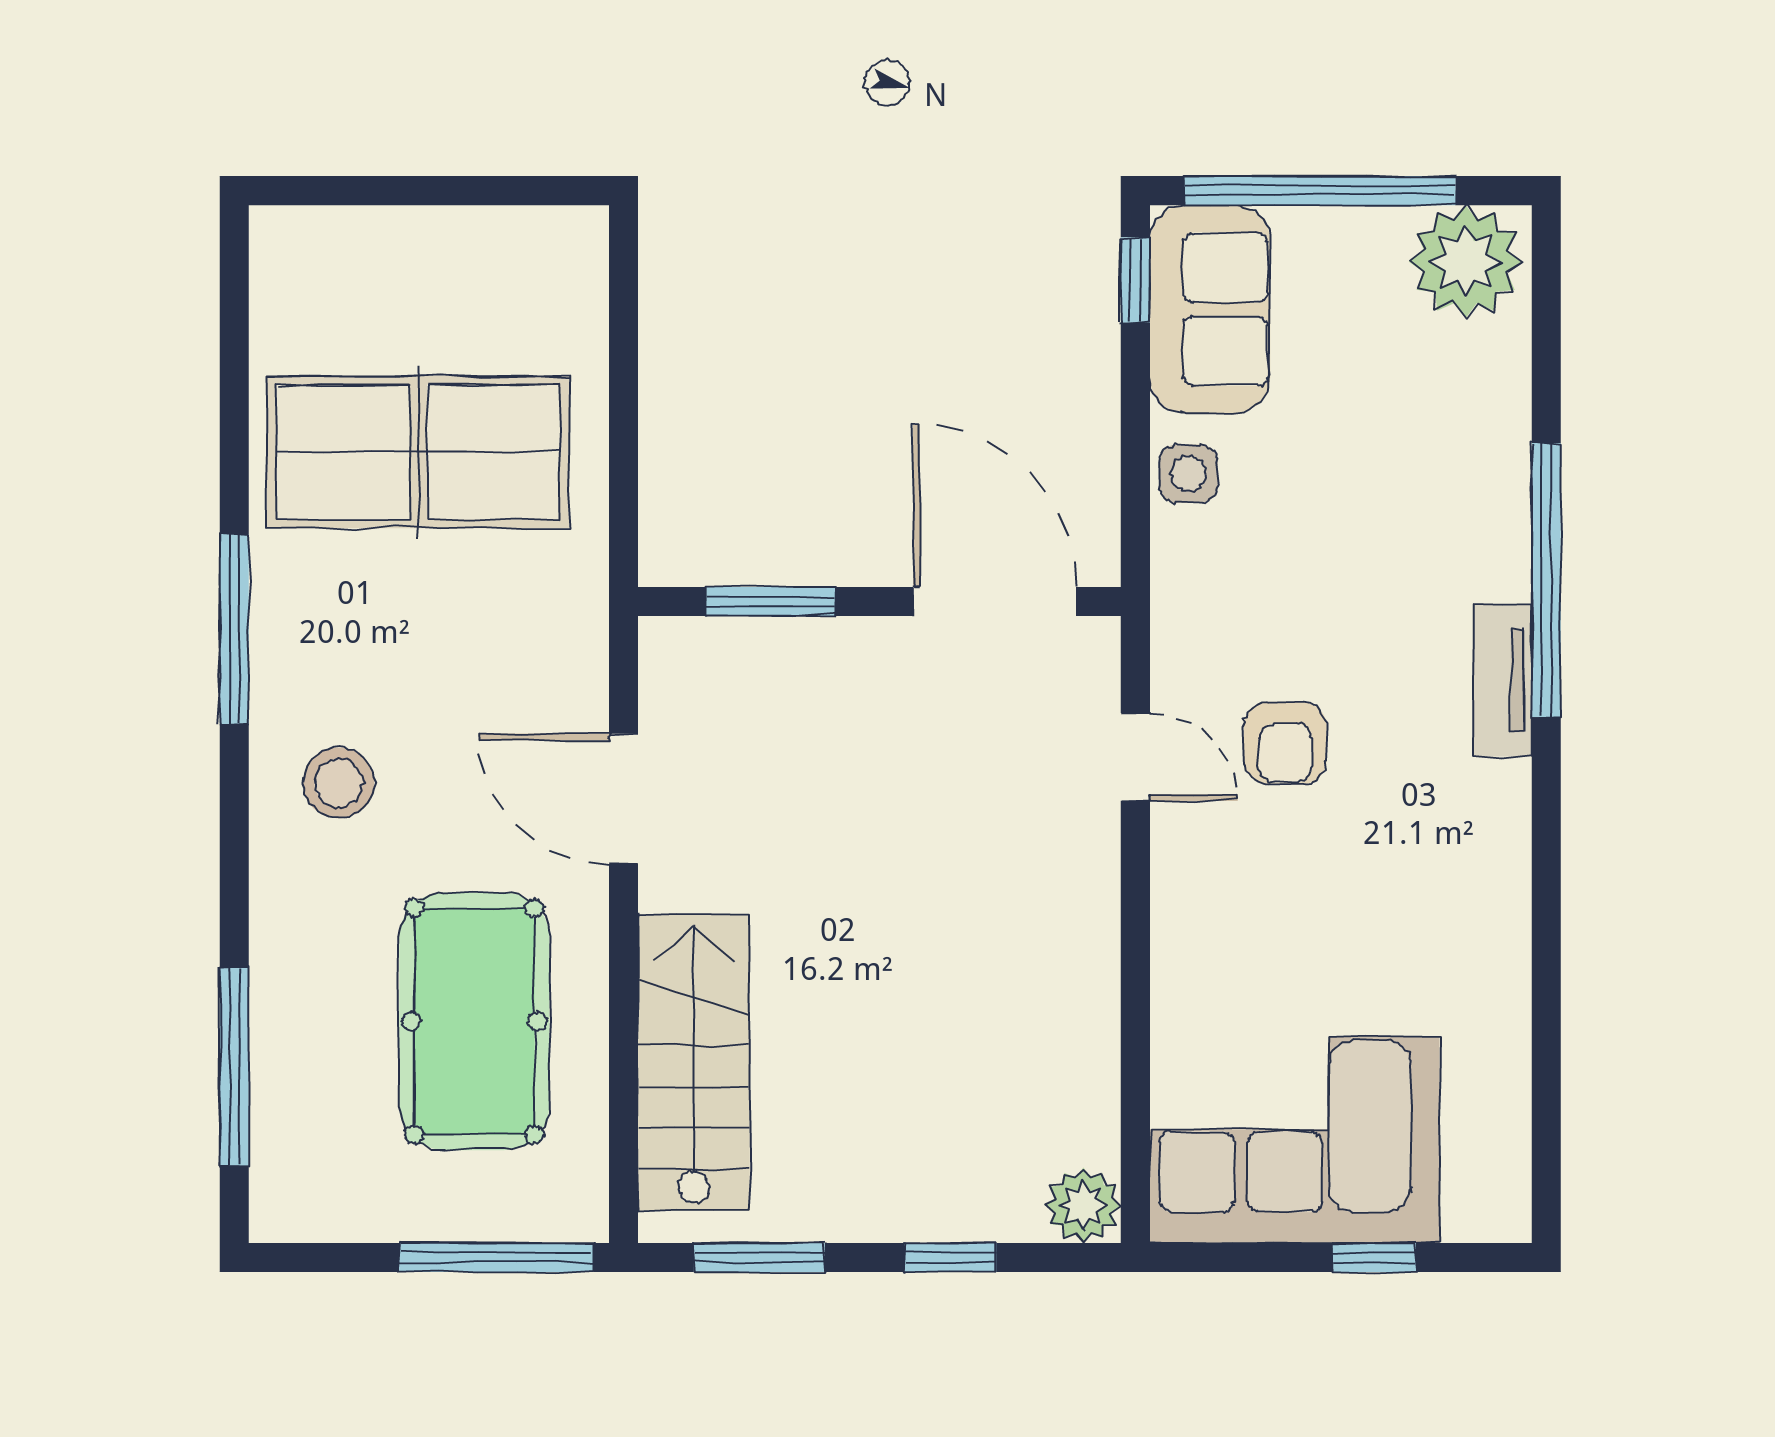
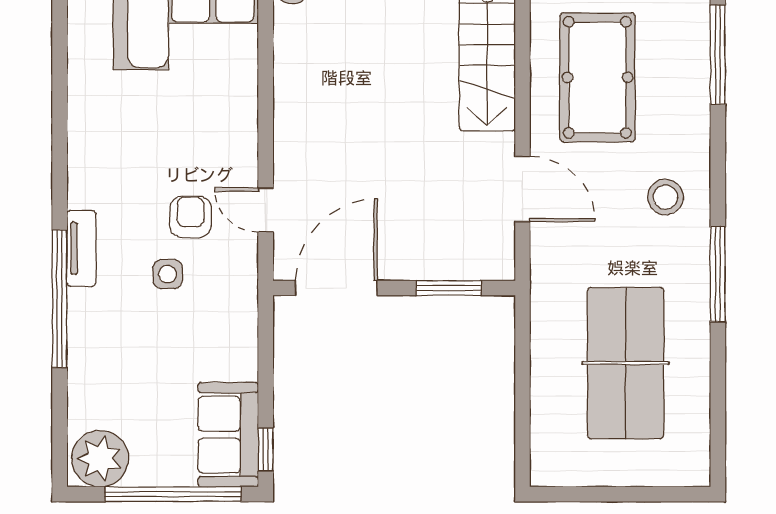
table tennis table: (418, 452) -> (626, 363), turned 90
side table: (1188, 474) -> (168, 274), moved
door: (995, 601) -> (336, 288), swing flipped

